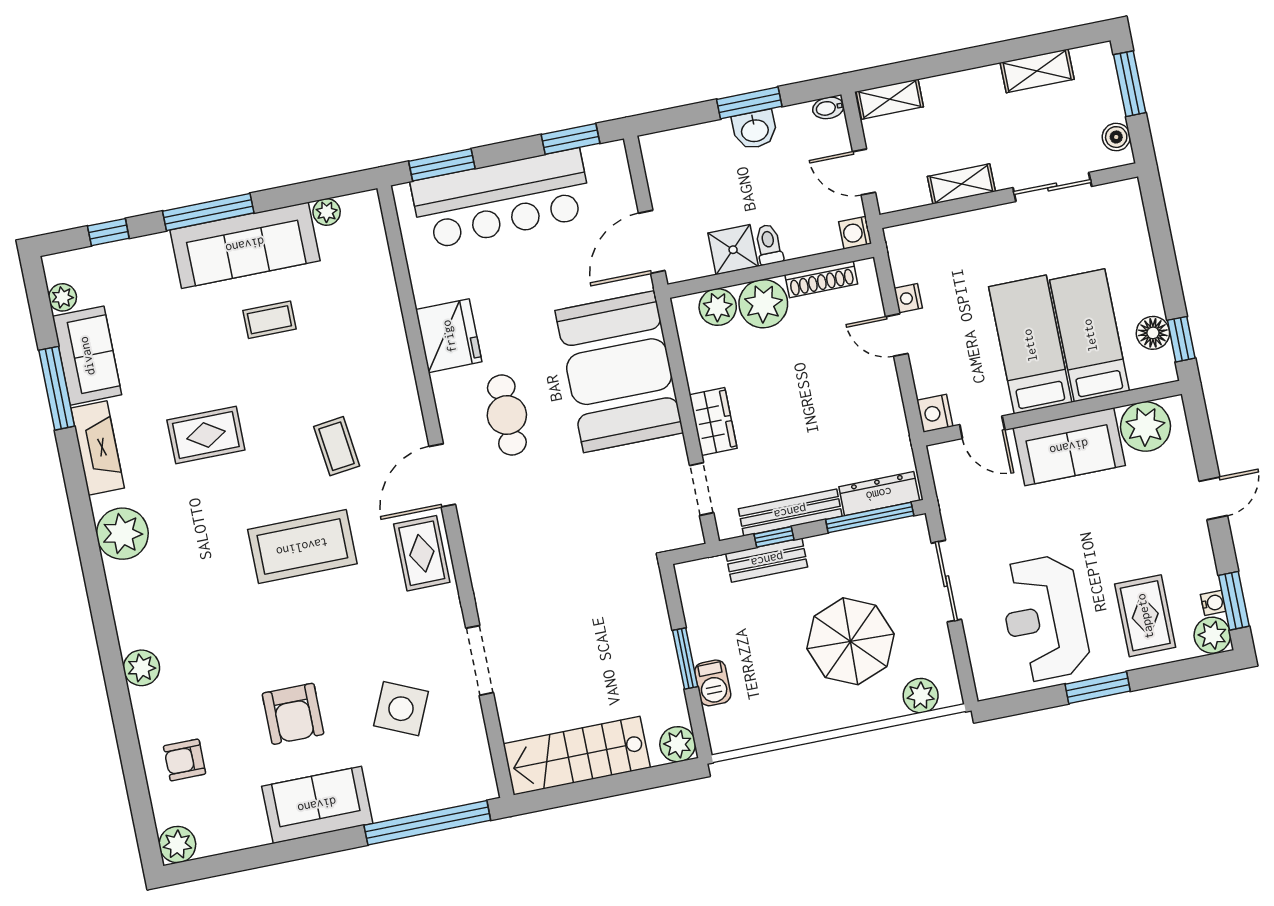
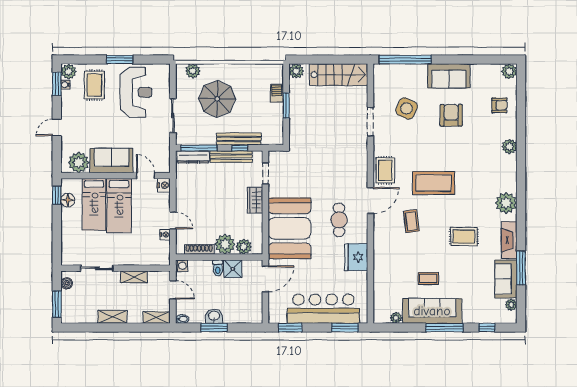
shelving: (1037, 71) -> (112, 317), moved
bench: (767, 560) -> (239, 139), width x1.36

